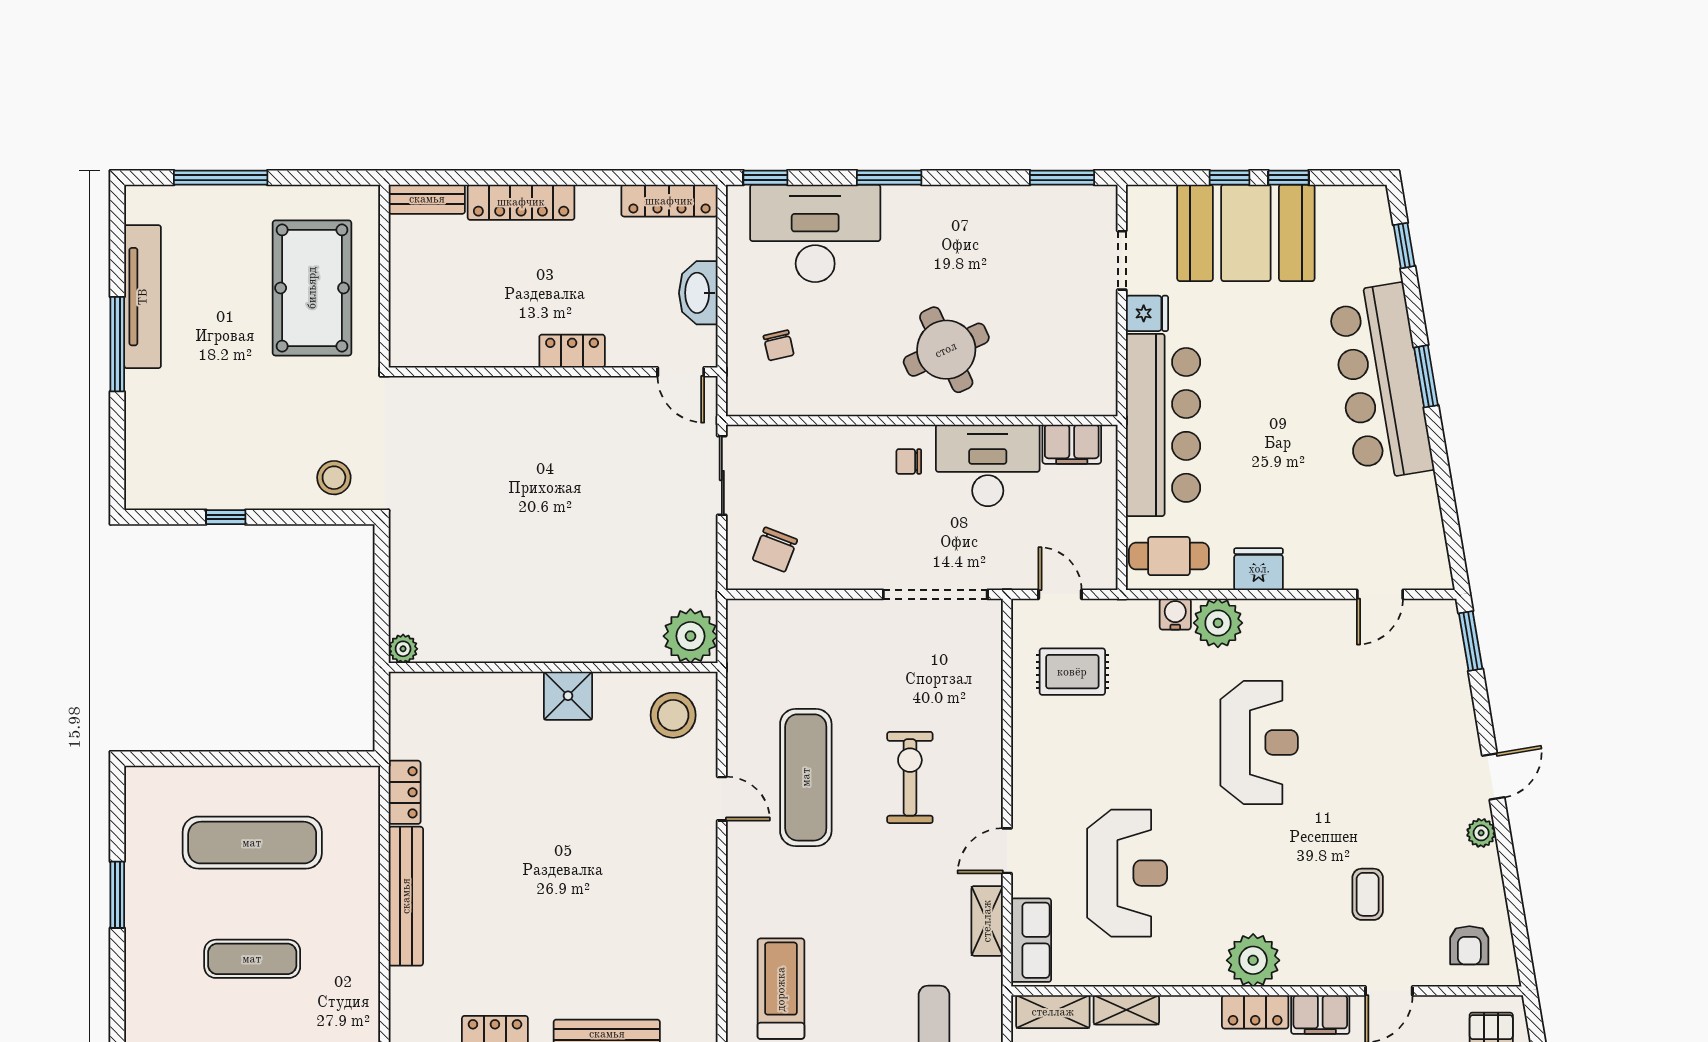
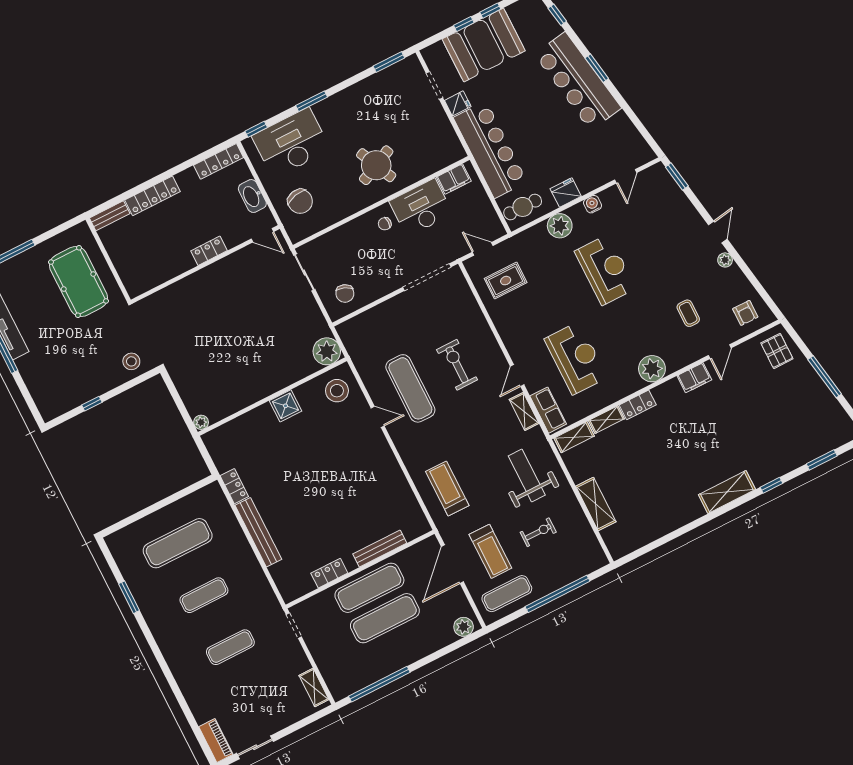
chair: (779, 345) -> (300, 201), width x1.87, depth x1.87
water cooler: (1175, 614) -> (592, 204), moved
locker: (1255, 1012) -> (638, 405), moved

